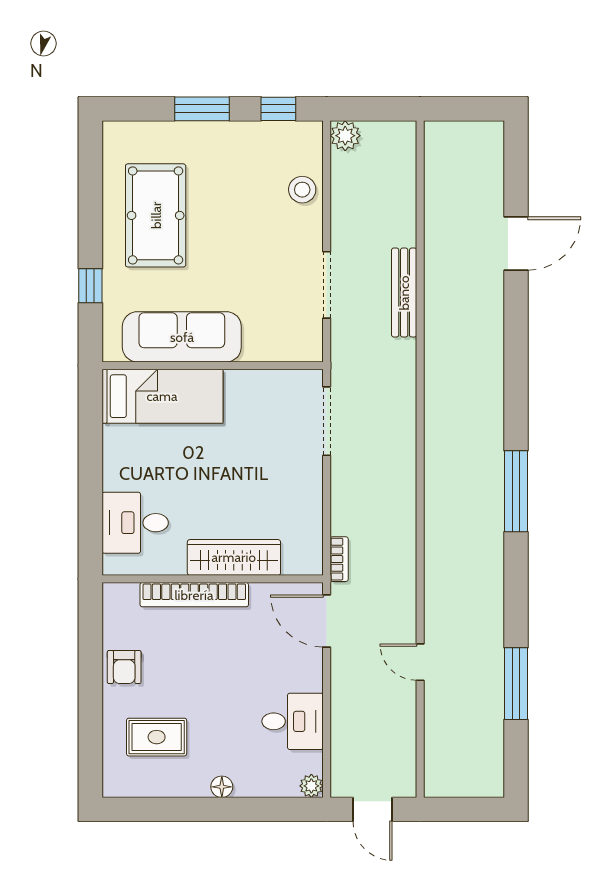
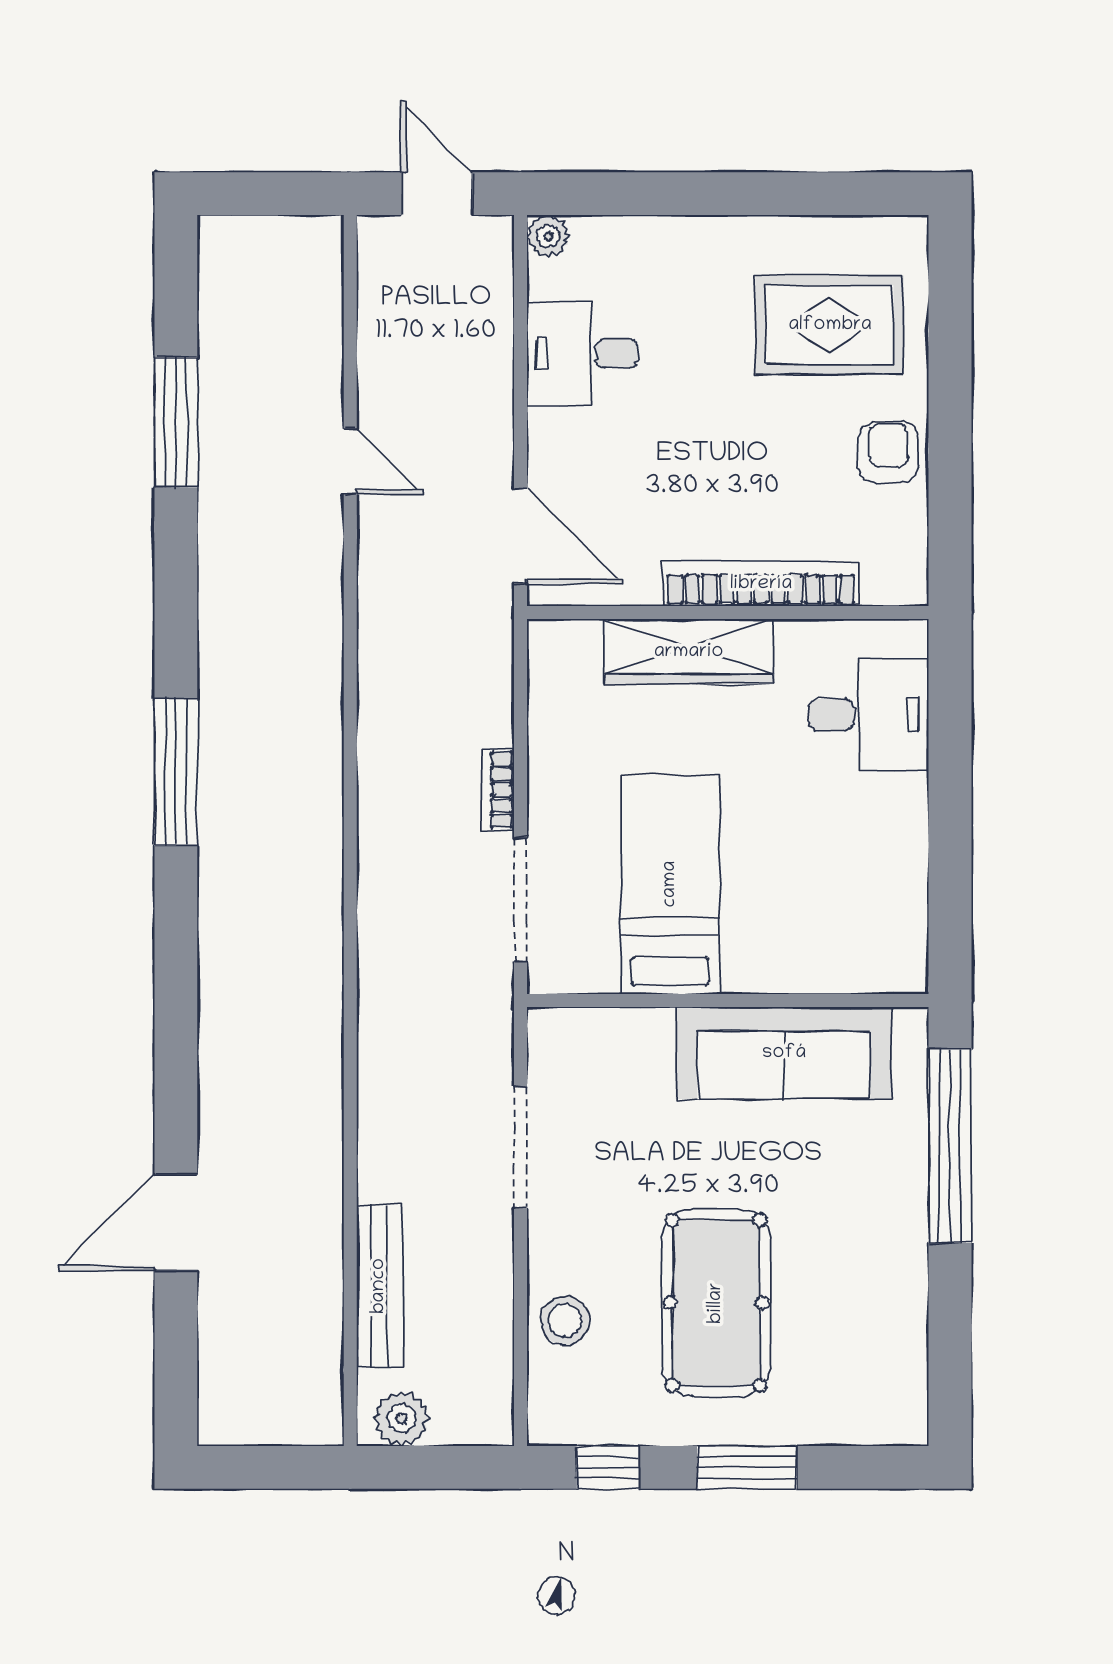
plant: (345, 136) -> (402, 1419), moved
pool table: (156, 215) -> (716, 1303), moved
window: (90, 286) -> (950, 1146), width x3.17
bench: (404, 293) -> (379, 1286), moved
bed: (162, 396) -> (670, 884), moved, turned 90
bookcase: (339, 559) -> (498, 790), moved
rug: (157, 737) -> (830, 325), width x1.36, depth x1.43
floor lamp: (222, 787) -> (711, 235), removed

